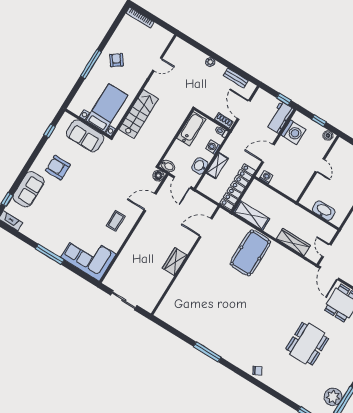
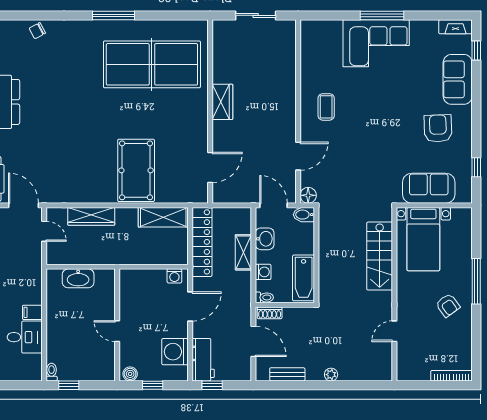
armchair: (58, 168) -> (438, 128), turned -92
corner sofa: (88, 256) -> (376, 43), moved
table tennis table: (202, 309) -> (152, 64), added

